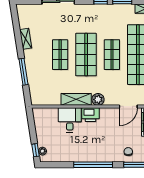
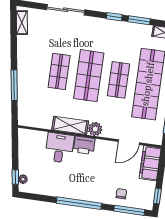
shelving: (26, 39) -> (22, 23), moved

